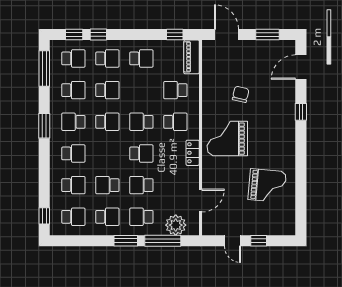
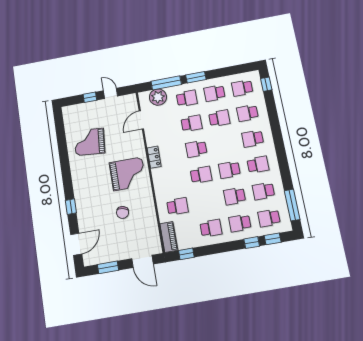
school desk: (141, 58) -> (211, 228), turned 180
school desk: (175, 122) -> (173, 180), removed
window: (44, 126) -> (282, 157), removed

